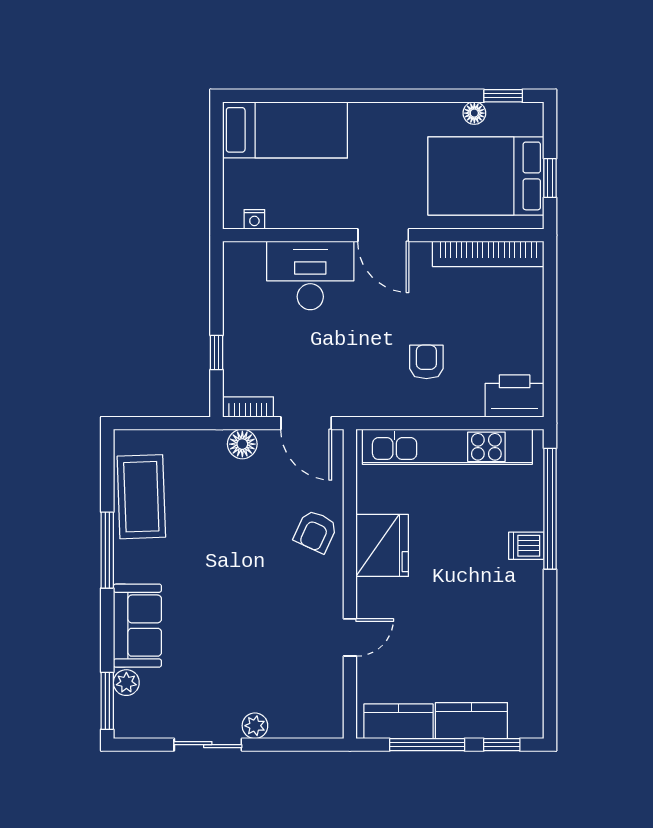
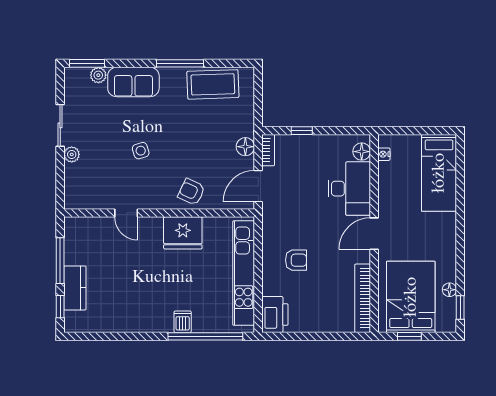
floor lamp: (250, 255) -> (362, 152), added
side table: (249, 614) -> (141, 151), added
kitchen counter: (399, 721) -> (74, 243), removed

